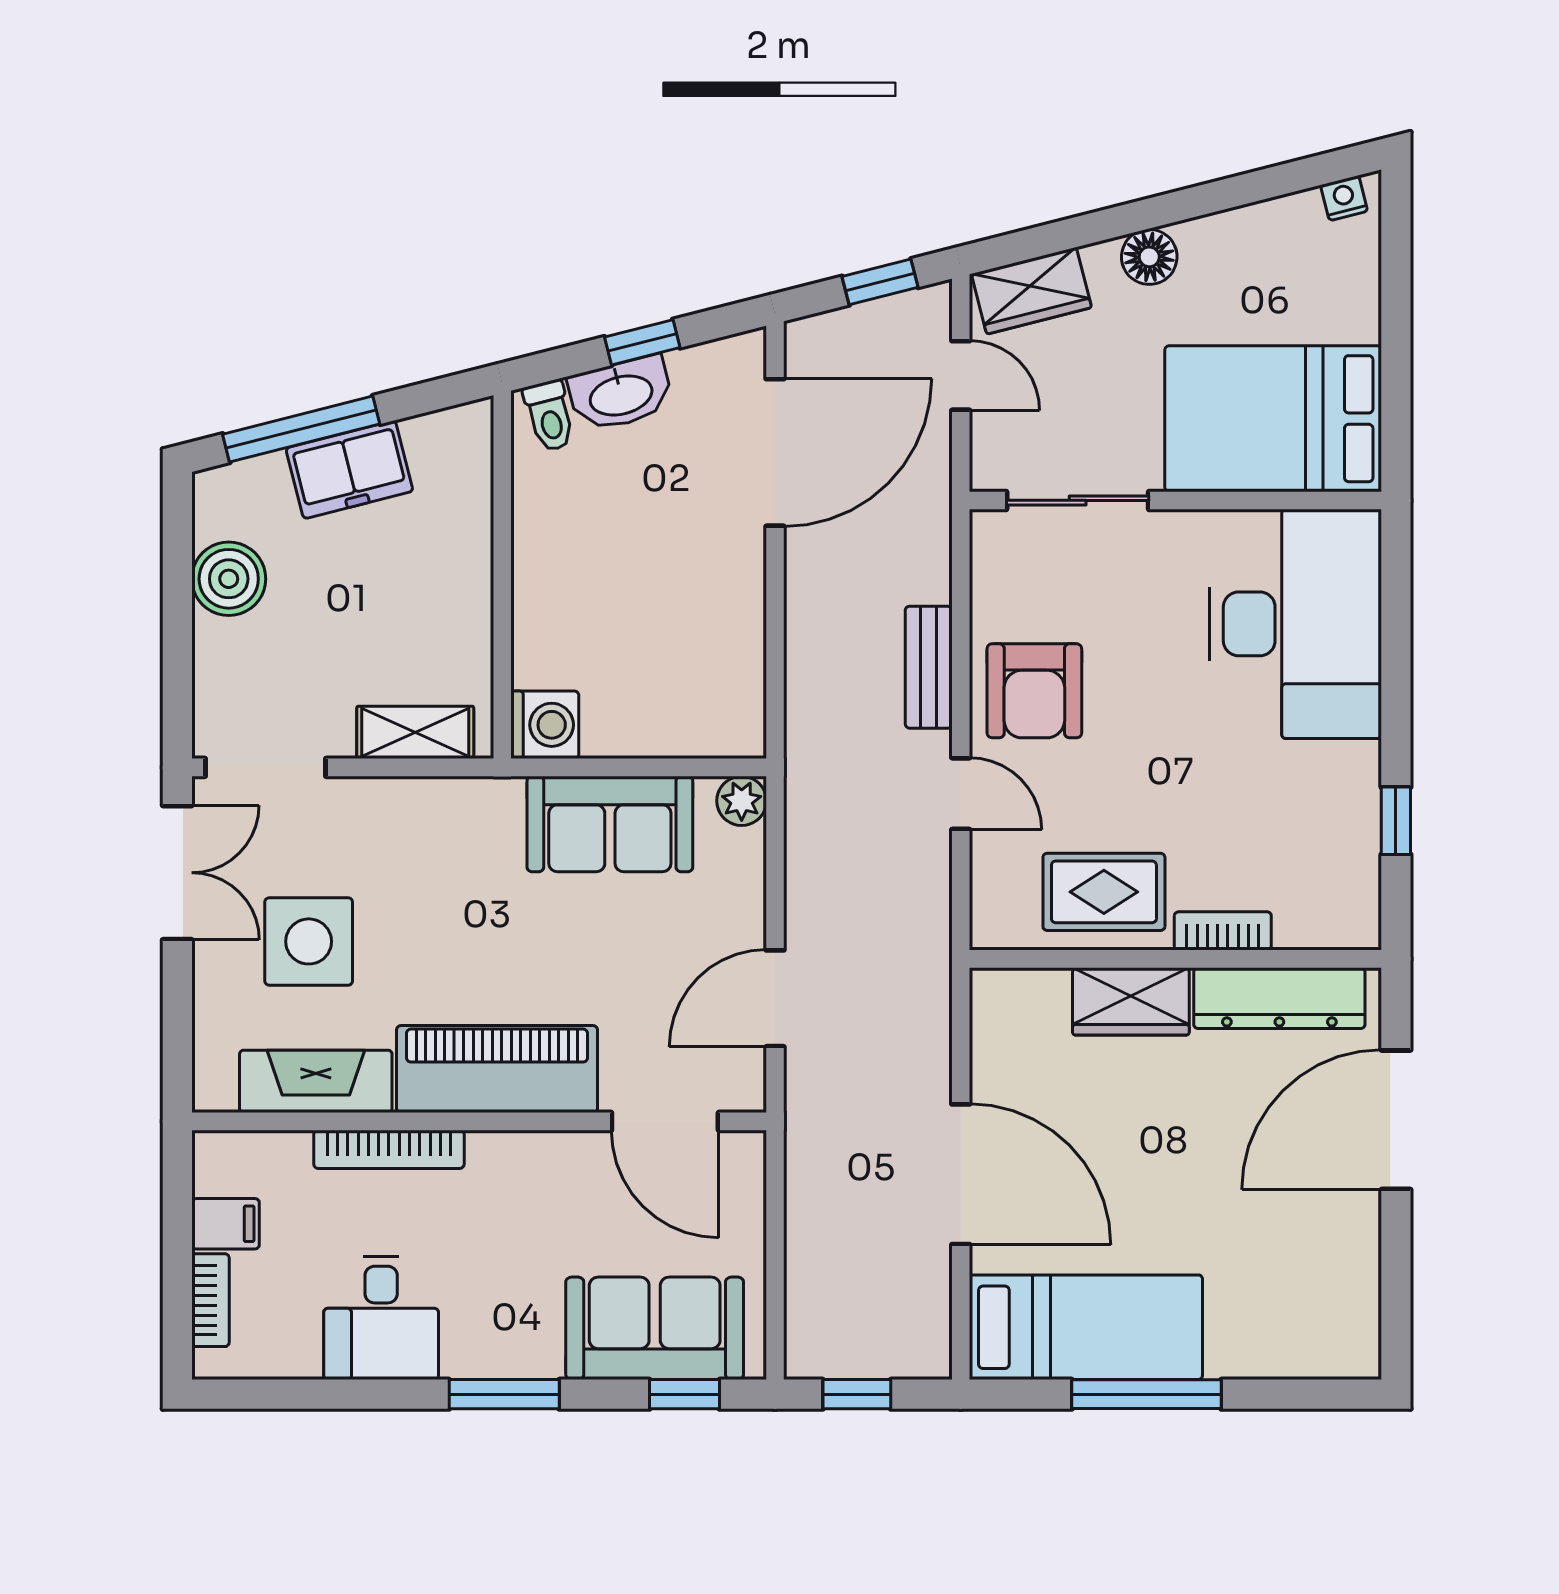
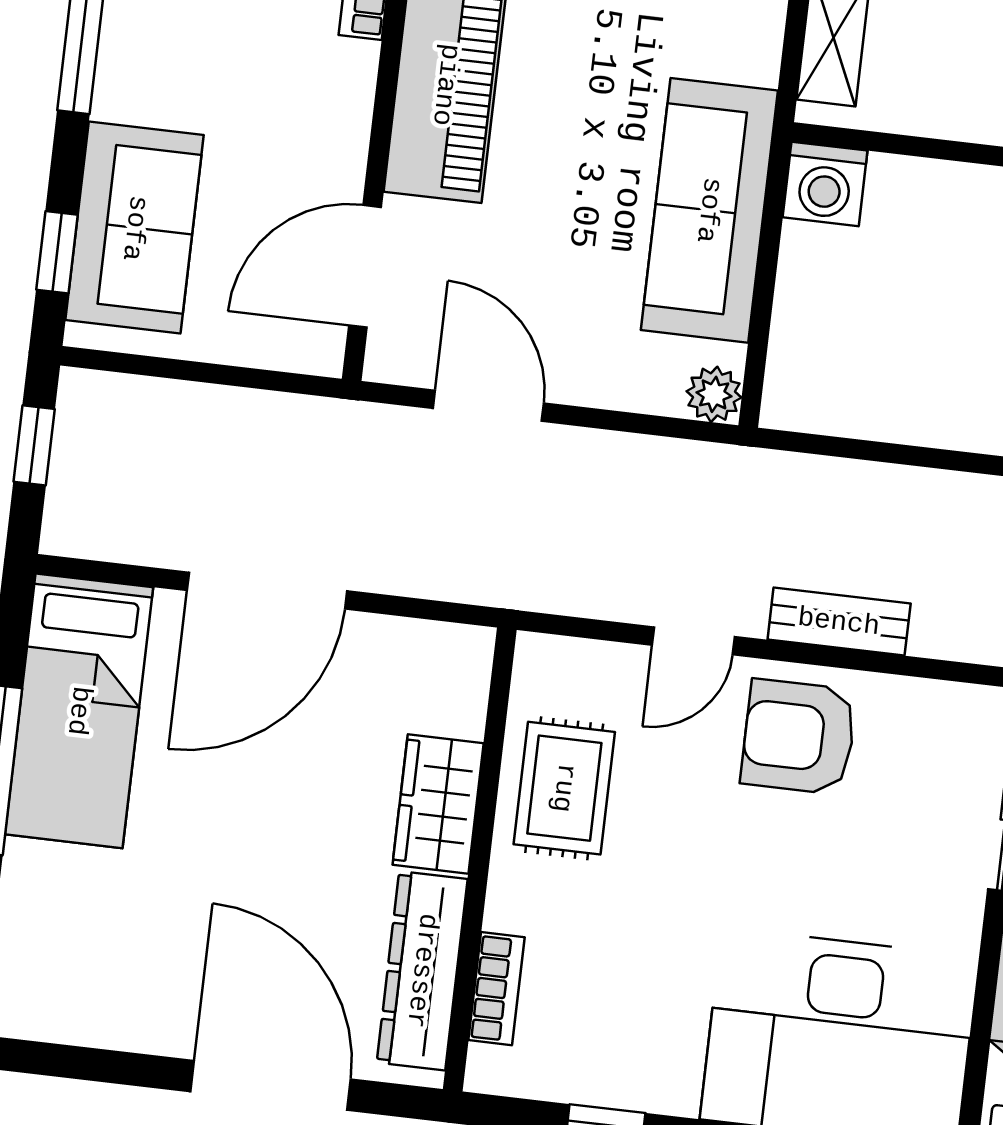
sofa: (610, 824) -> (709, 210), width x1.36
bookcase: (1223, 931) -> (497, 989), moved

